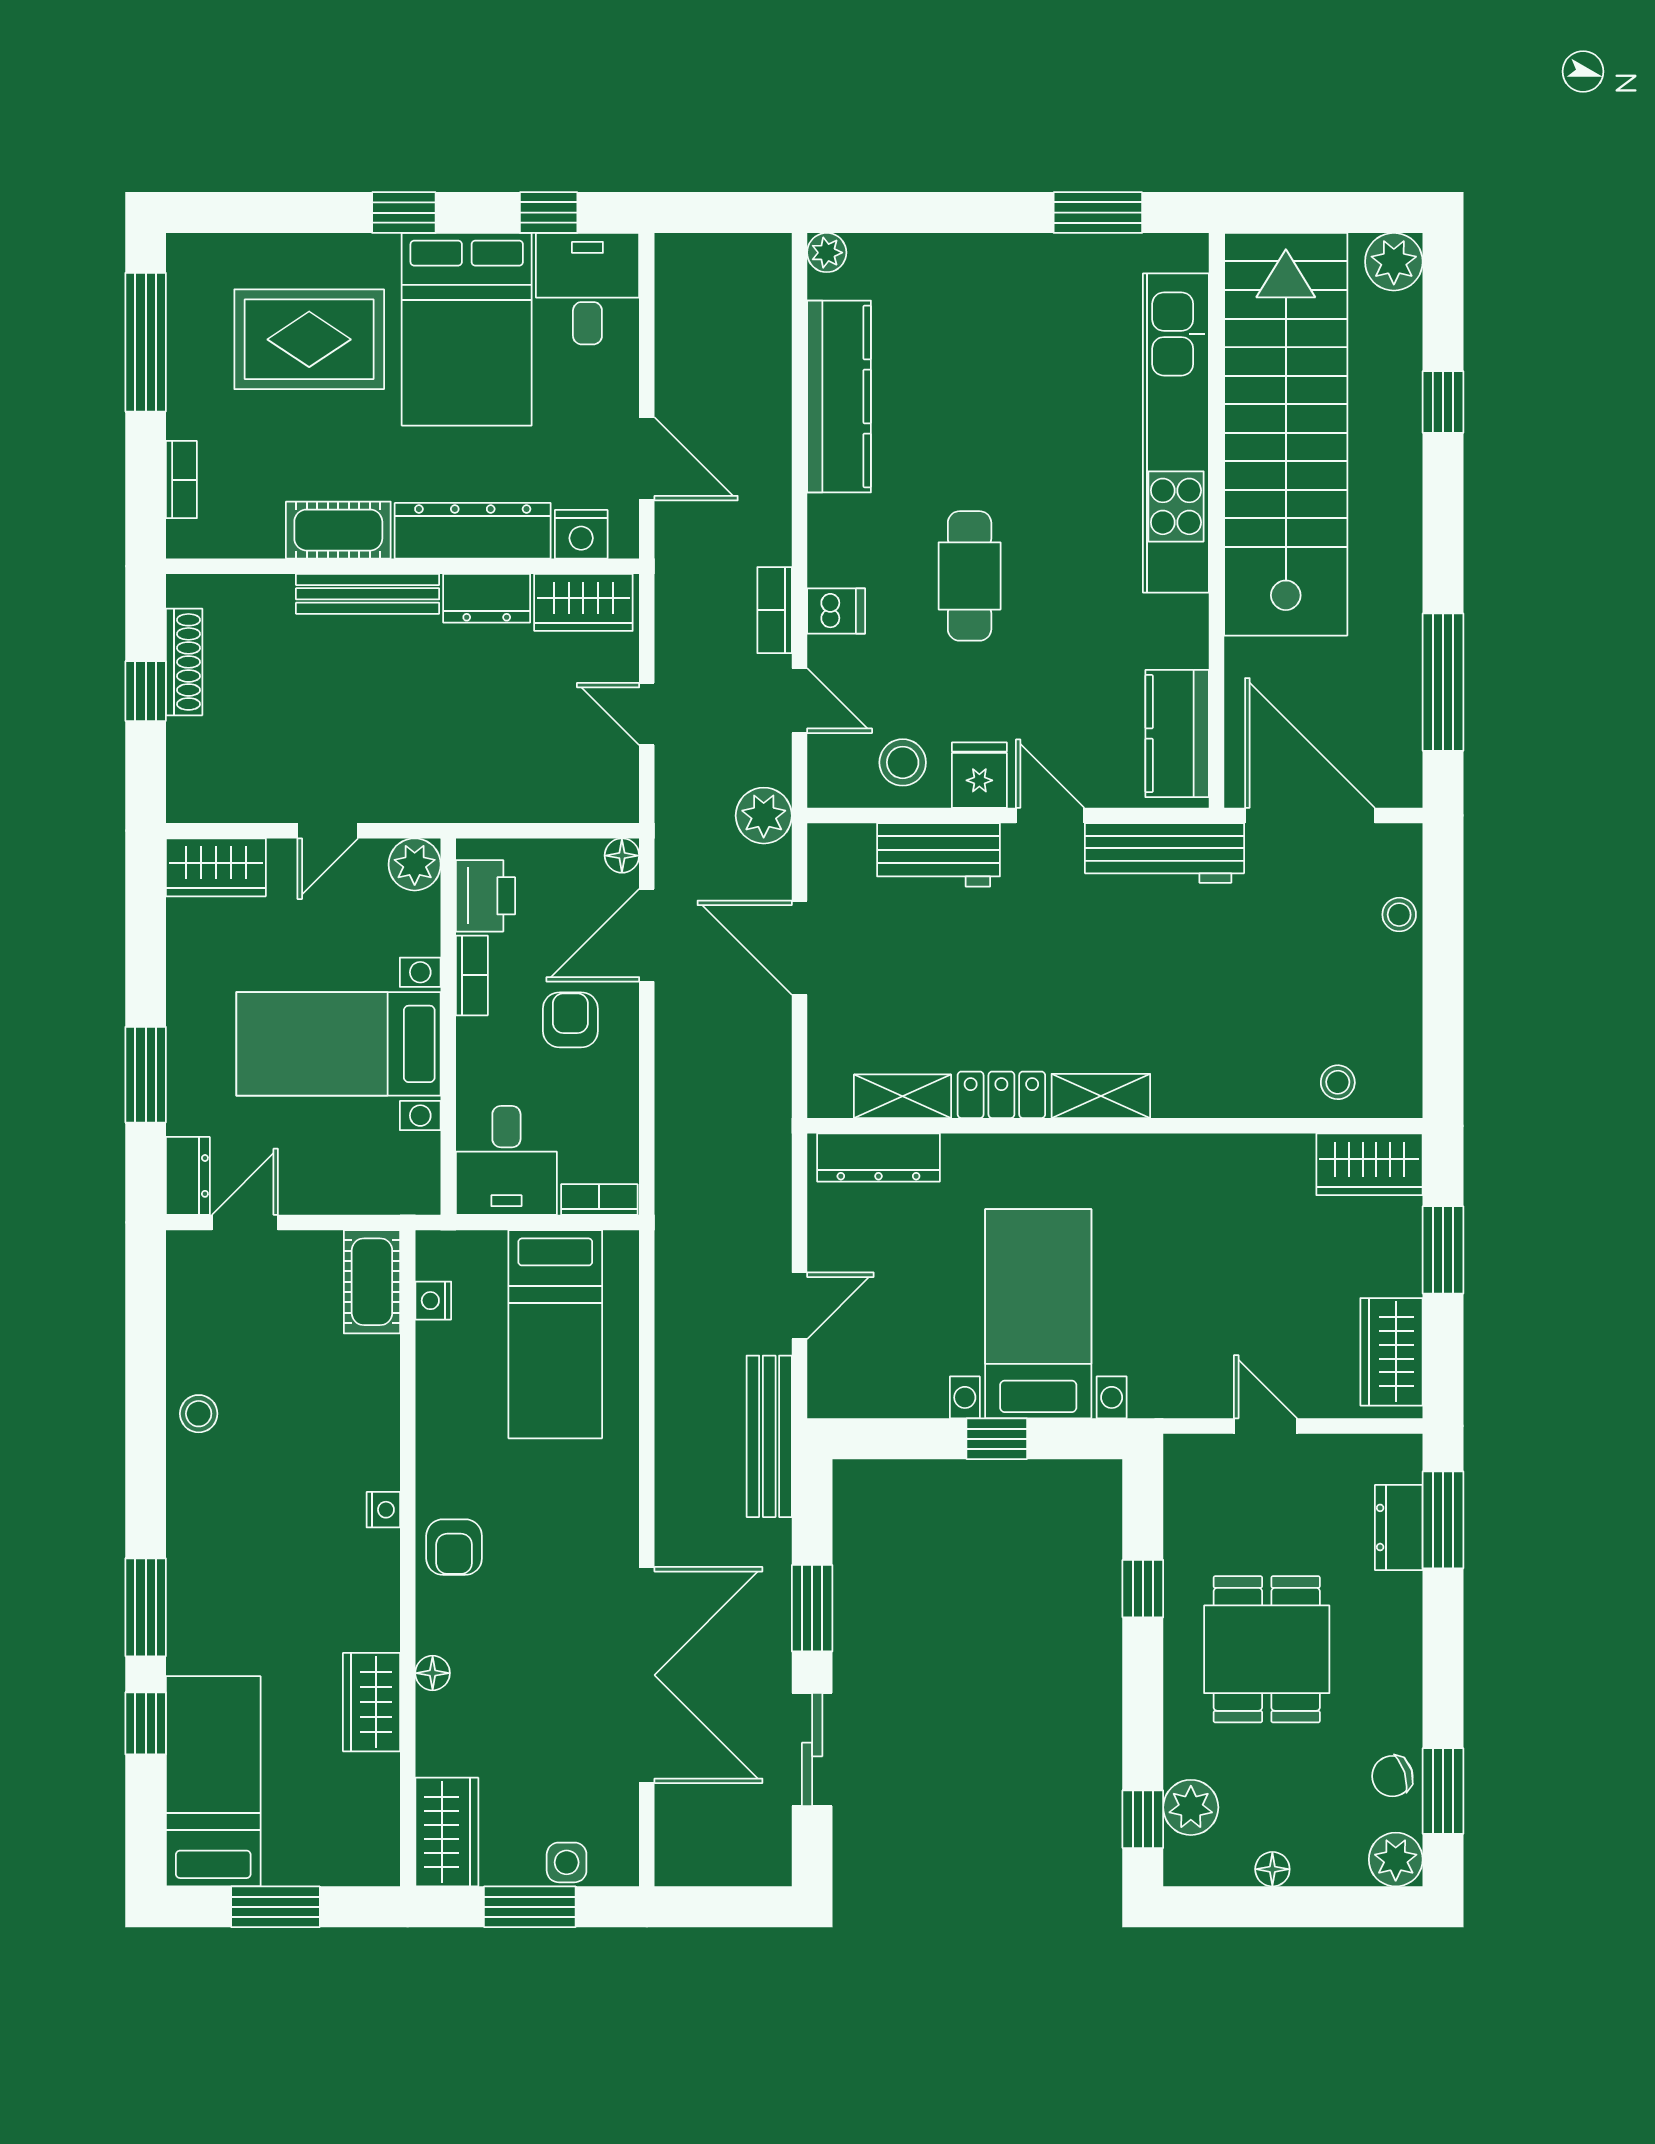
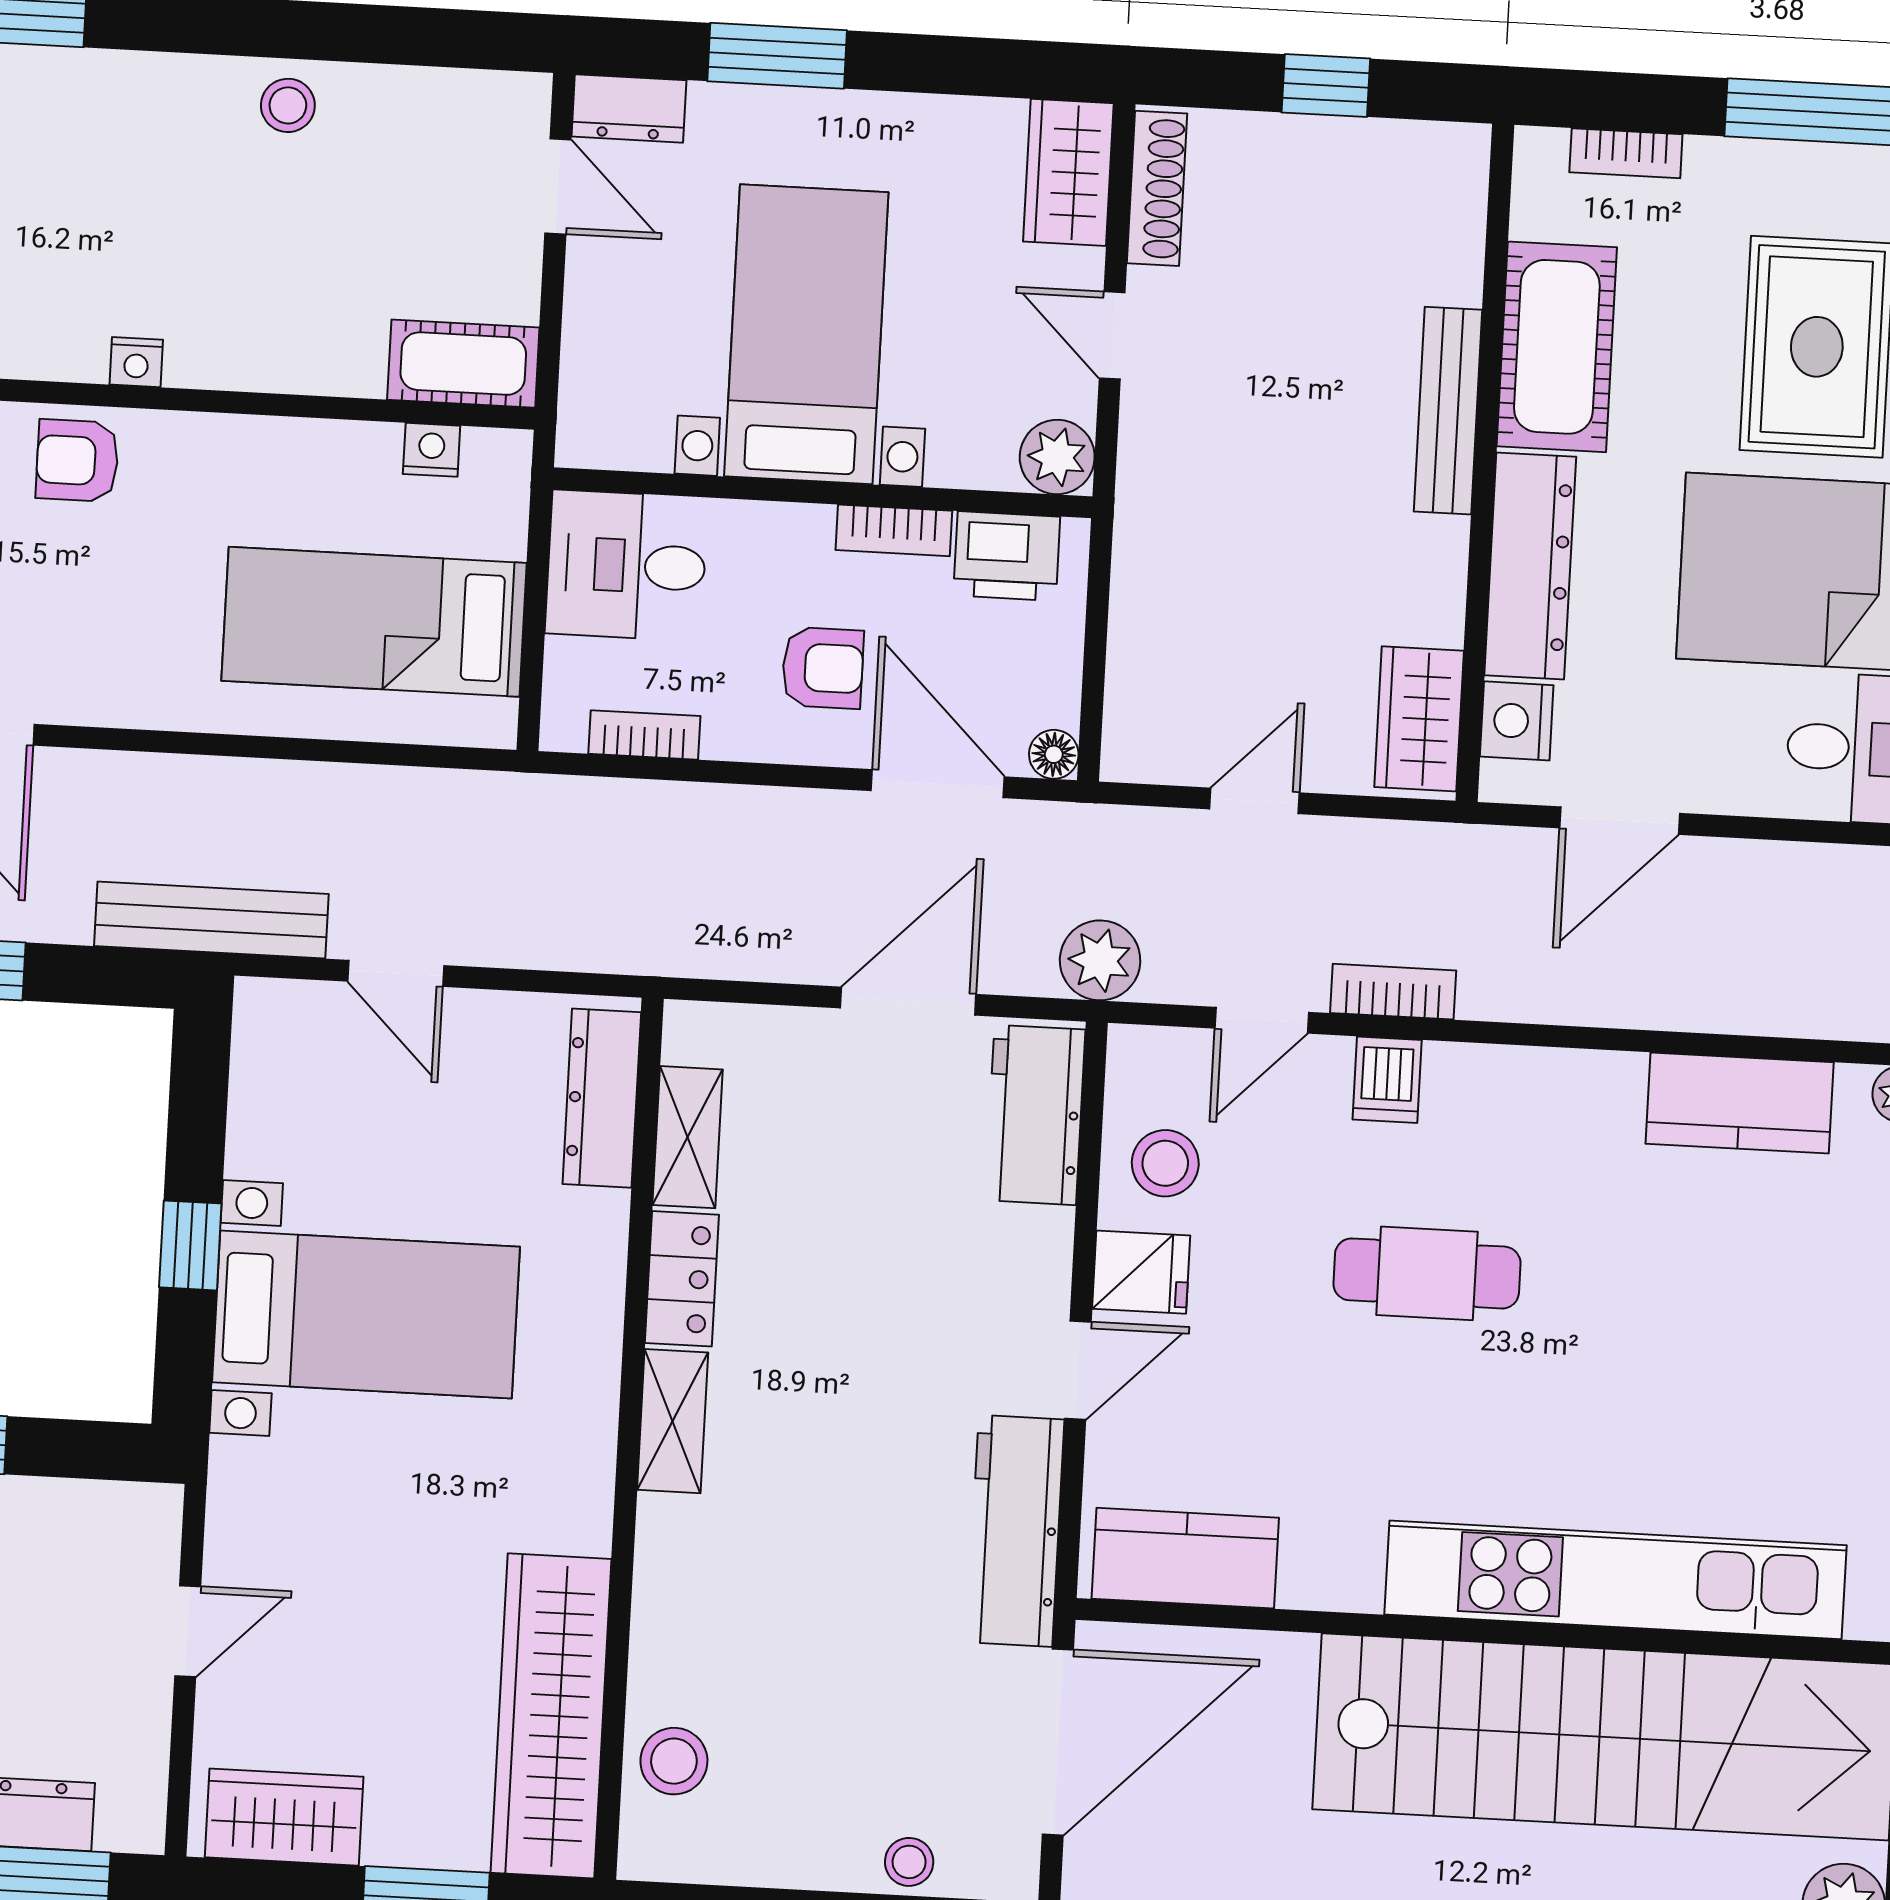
kitchen counter: (839, 396) -> (1740, 1103), width x0.67
cot: (338, 530) -> (1557, 347), width x1.37, depth x1.34
dresser: (487, 598) -> (1432, 581), removed
shoe rack: (184, 662) -> (1157, 188), moved, turned -90
workbench: (939, 855) -> (1035, 1115), moved
stool: (1338, 1082) -> (674, 1761), width x1.37, depth x1.37
wardrobe: (1369, 1164) -> (551, 1716), width x2.10, depth x1.17
bookcase: (599, 1200) -> (644, 735), moved, turned -90

